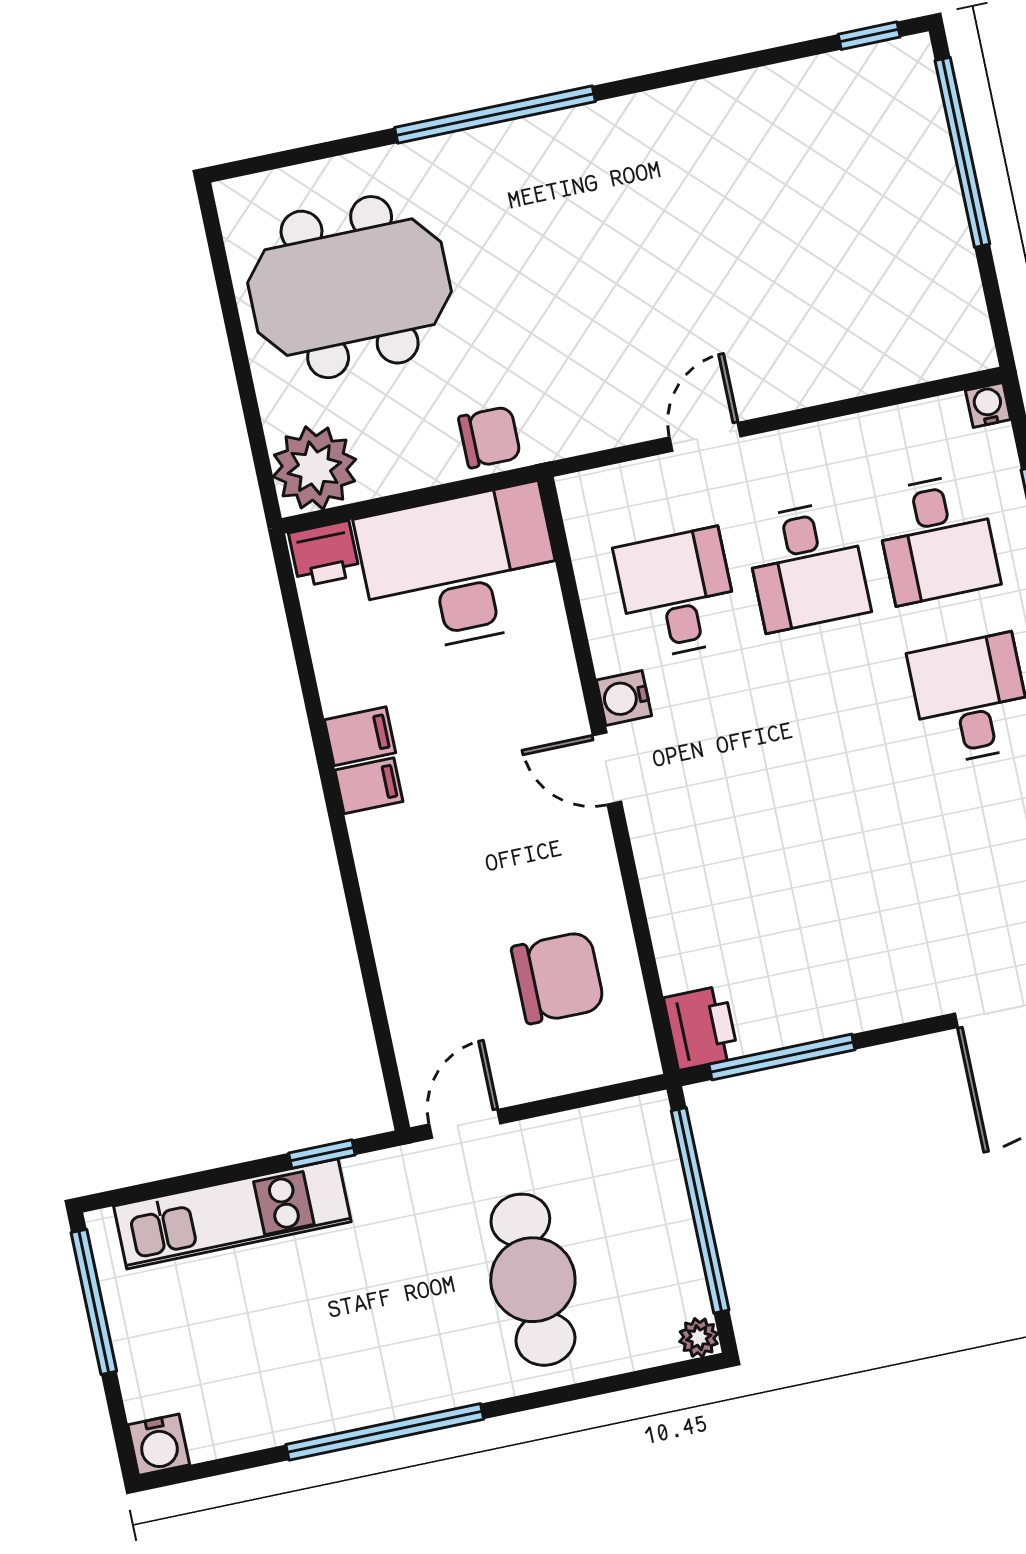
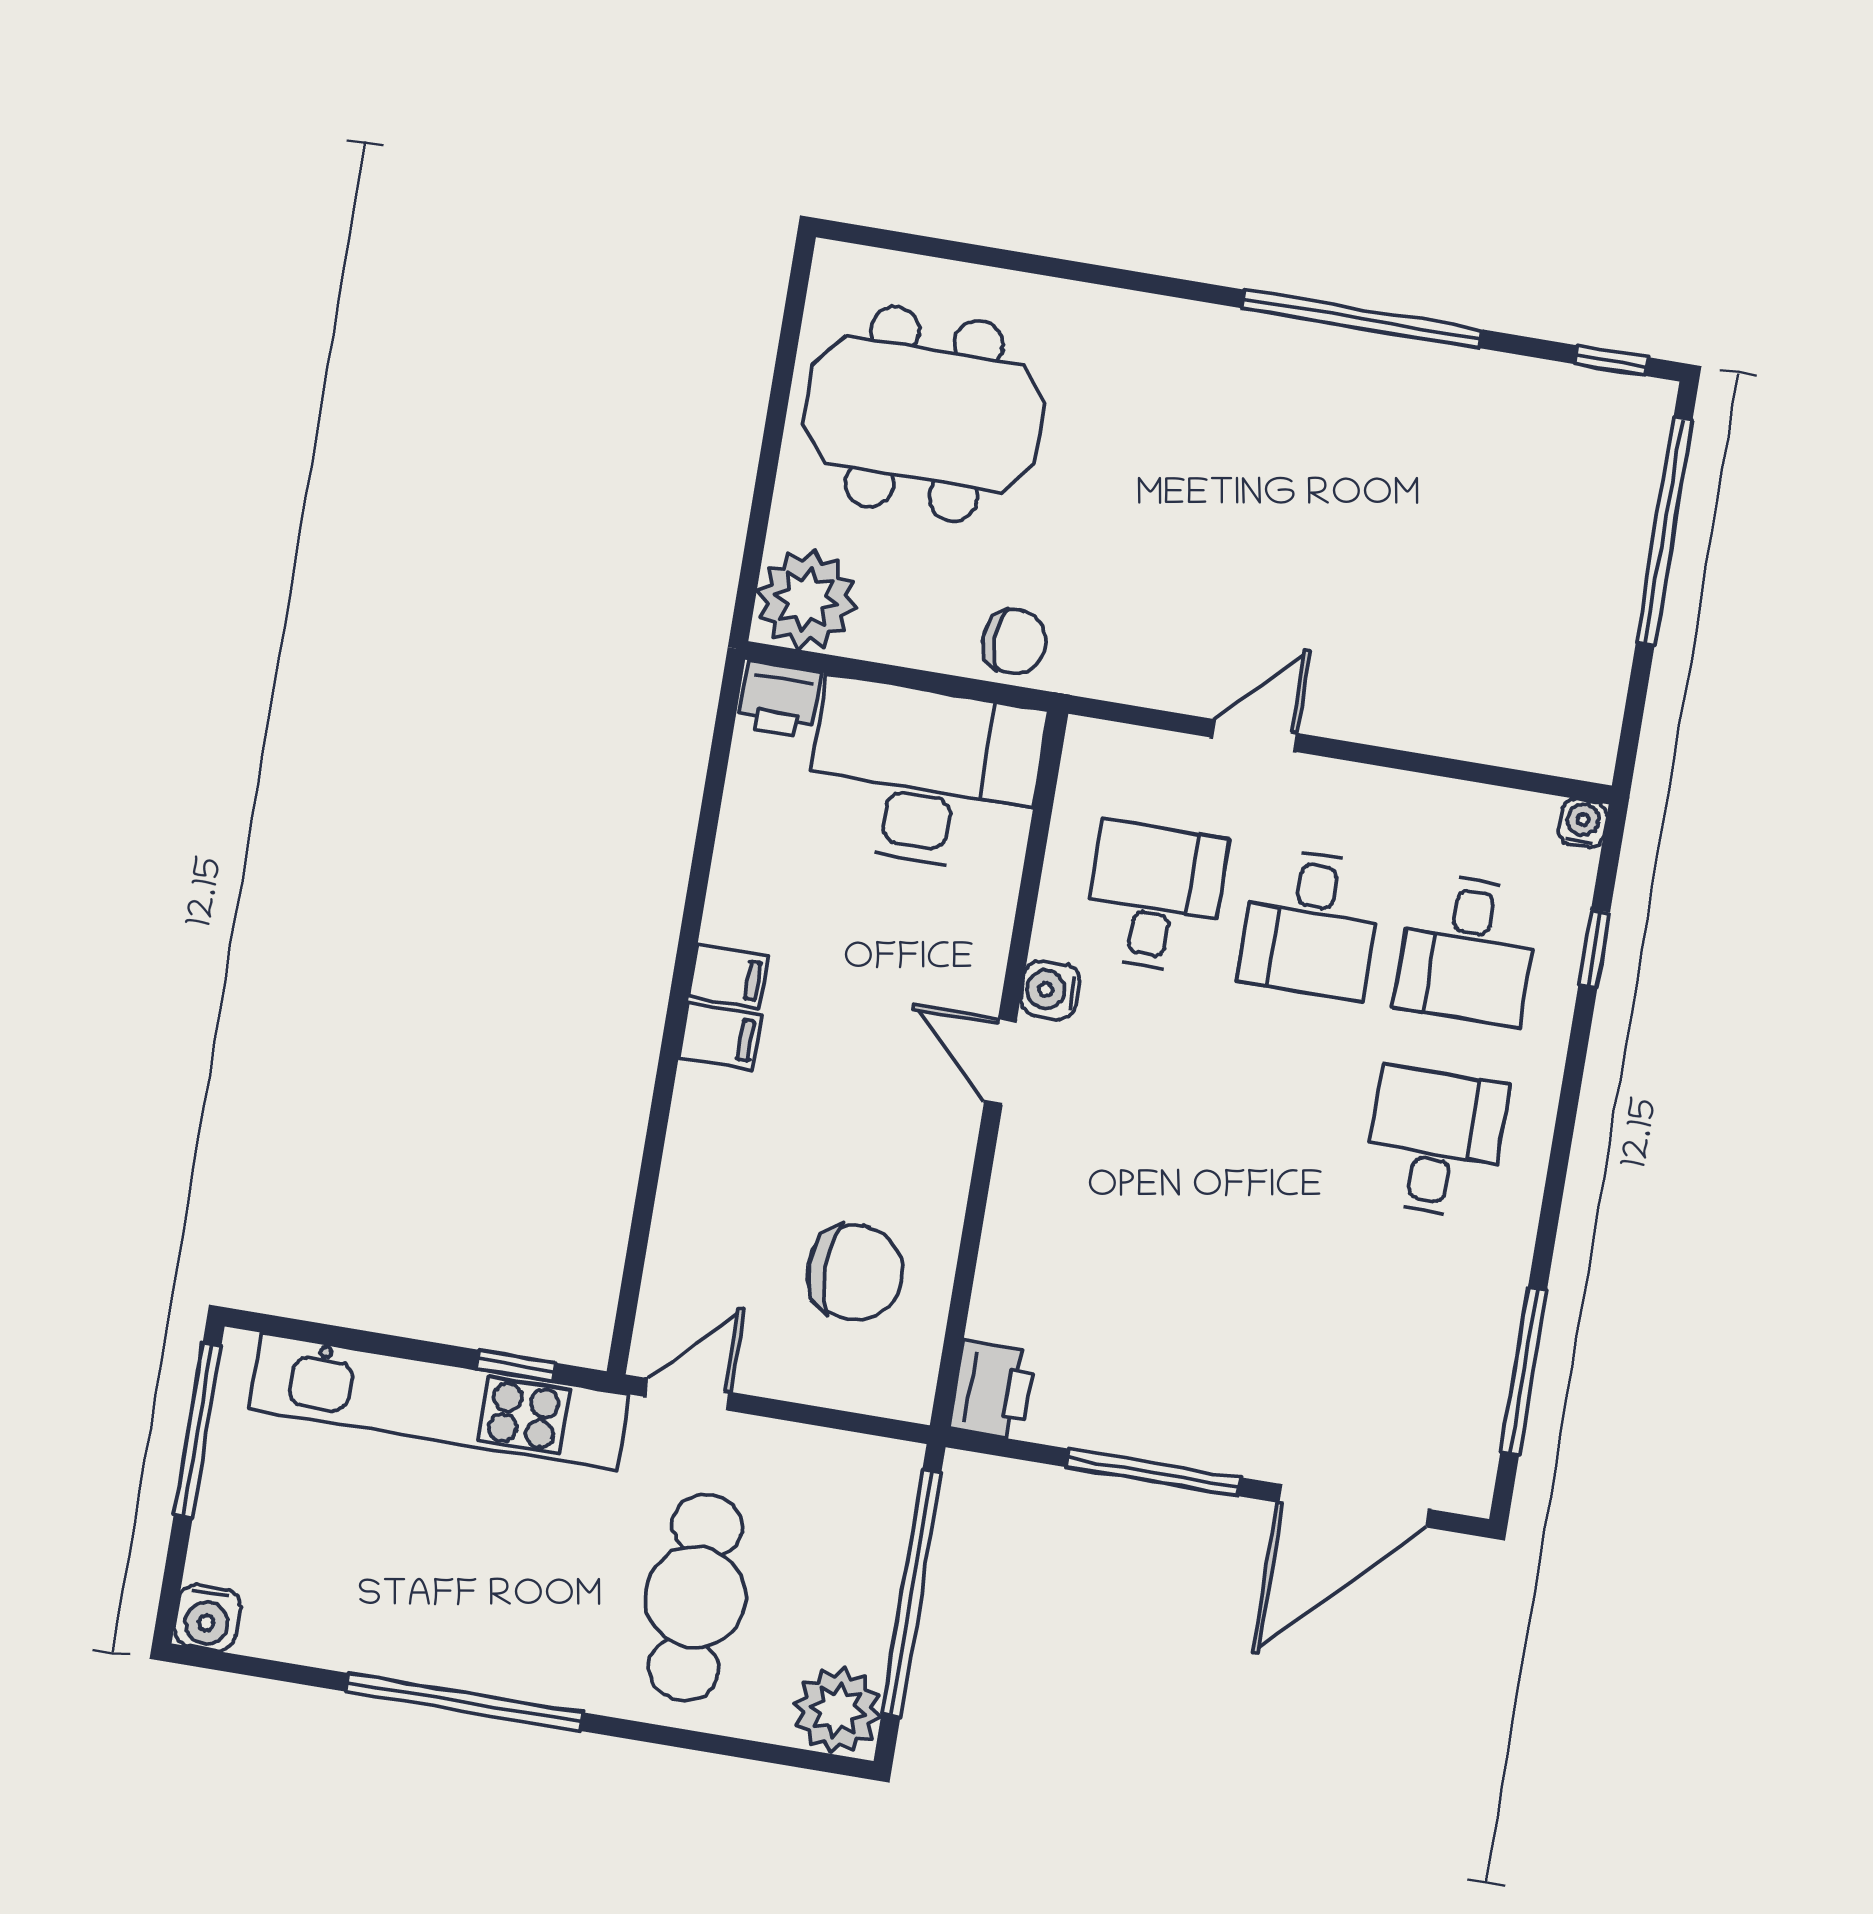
window: (495, 115) -> (1362, 319), moved
filing cabinet: (360, 736) -> (720, 1036), moved
window: (782, 1057) -> (1153, 1472), moved
kitchen unit: (232, 1214) -> (439, 1401), width x1.36
plant: (699, 1338) -> (838, 1710), width x1.88, depth x1.88

